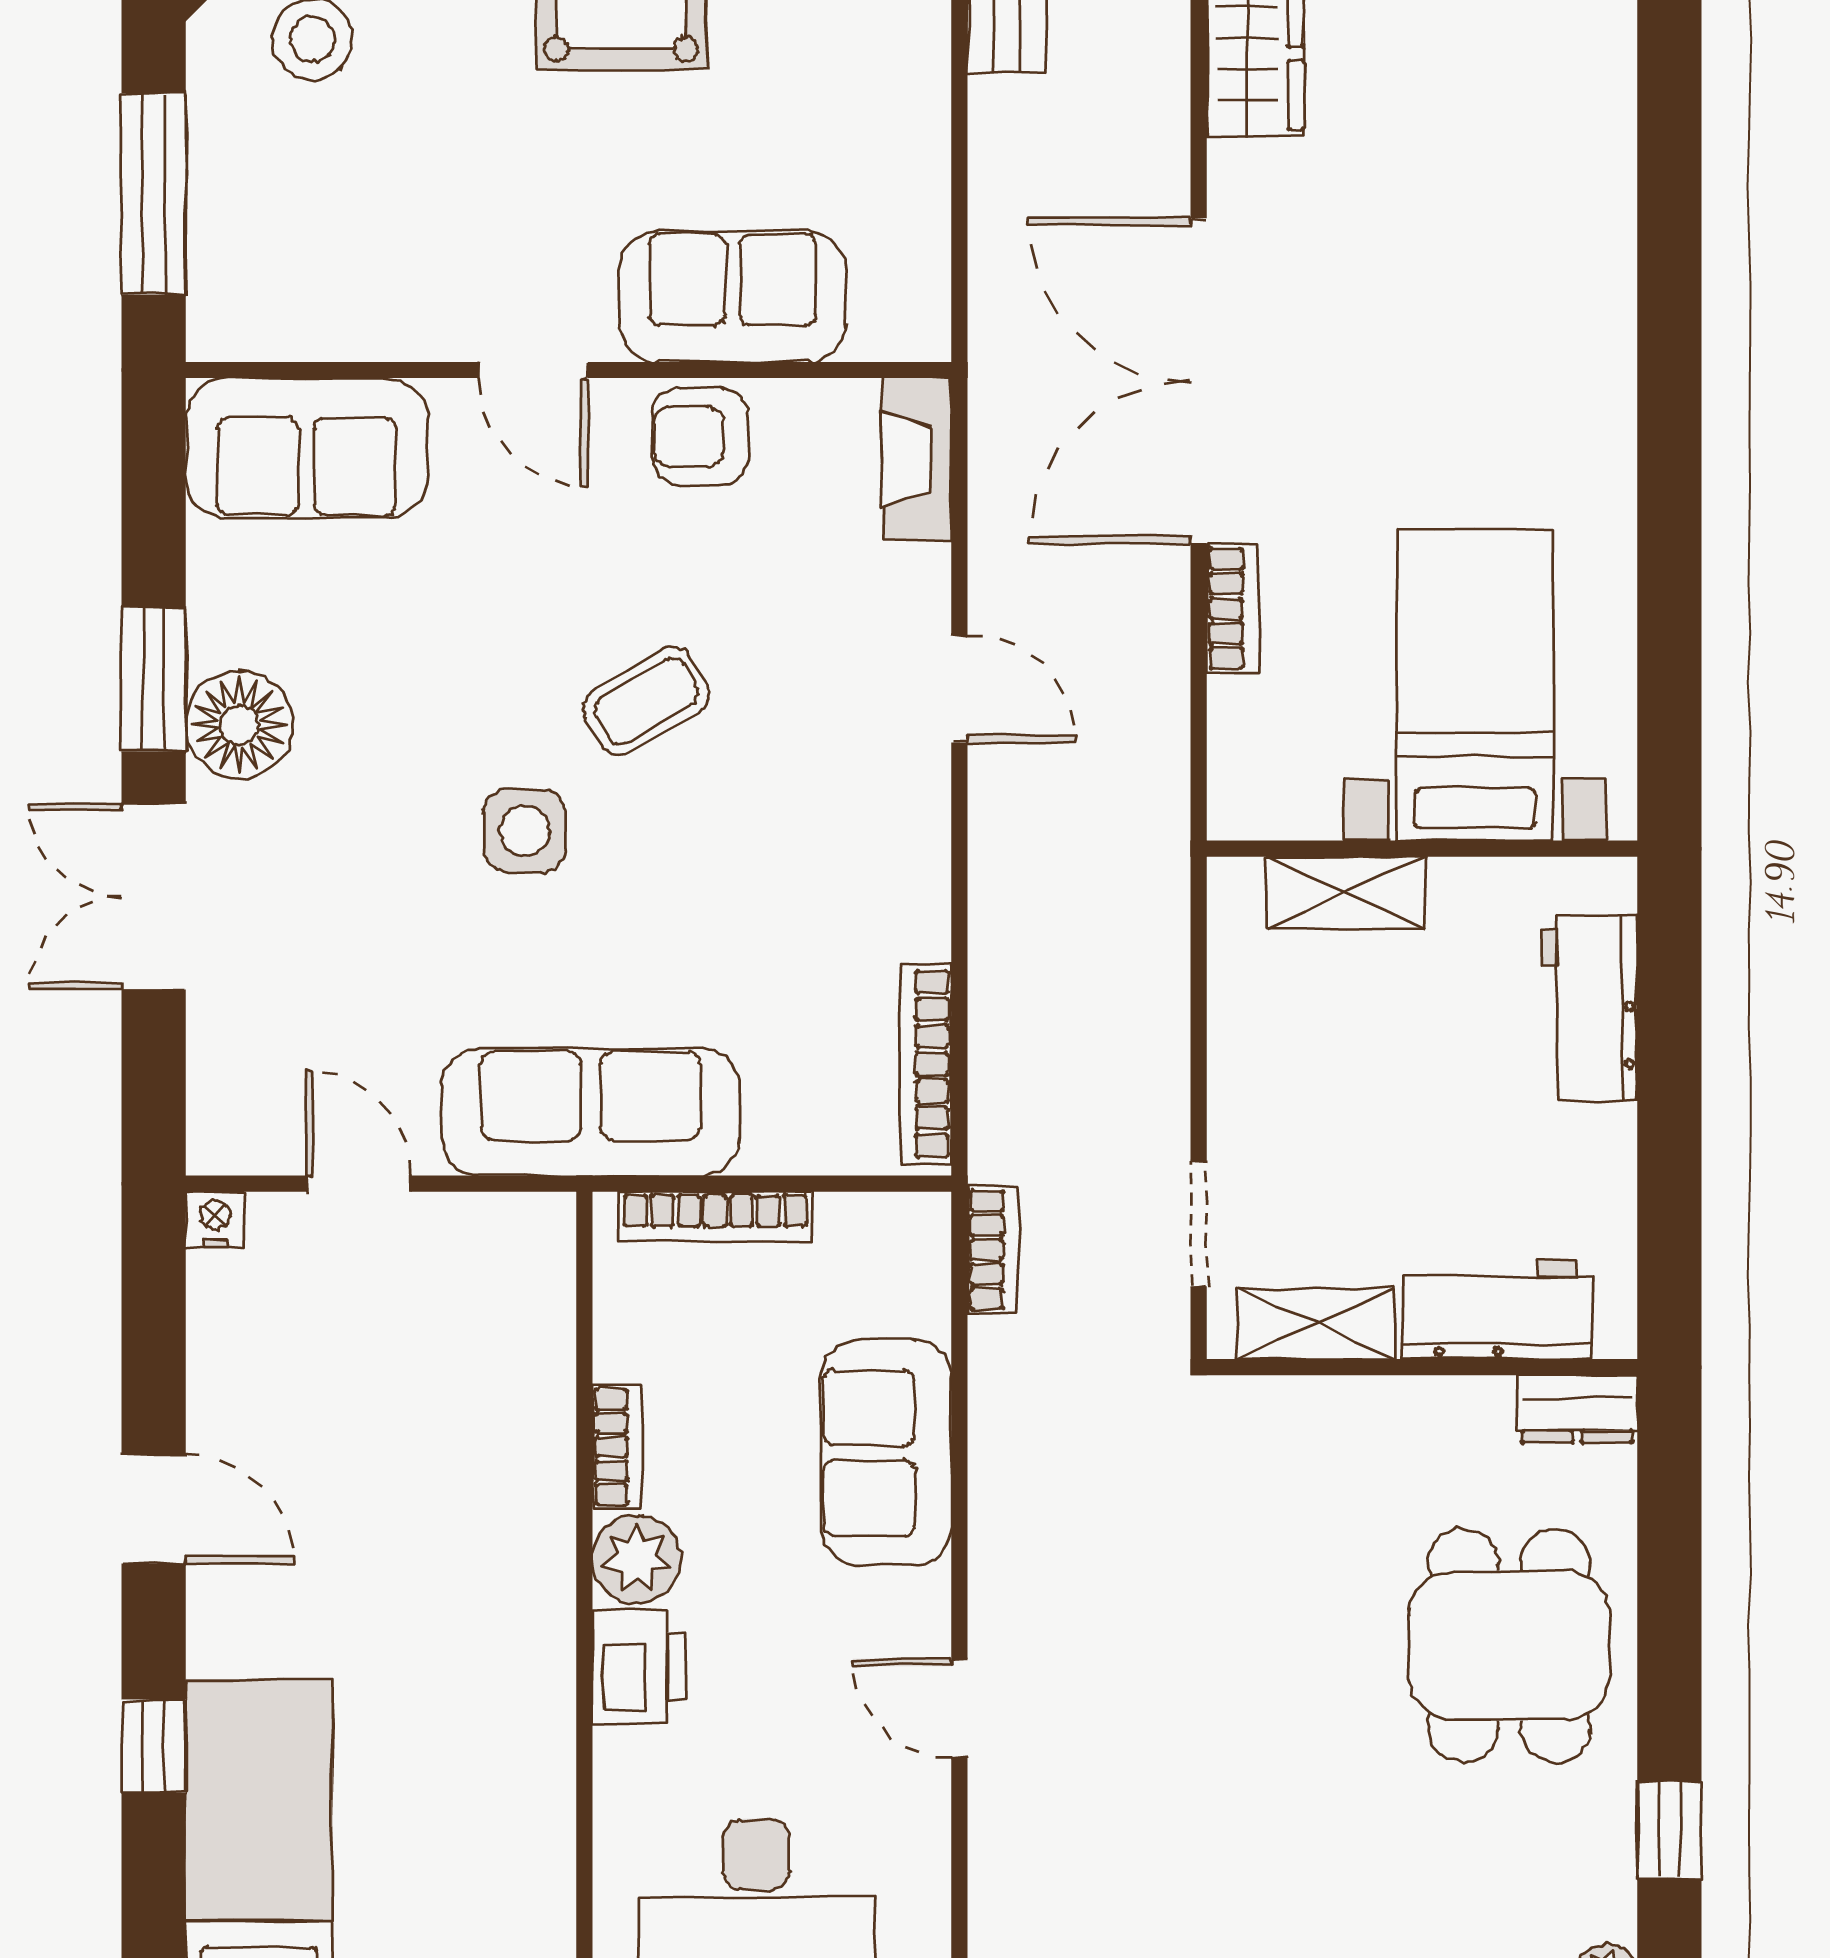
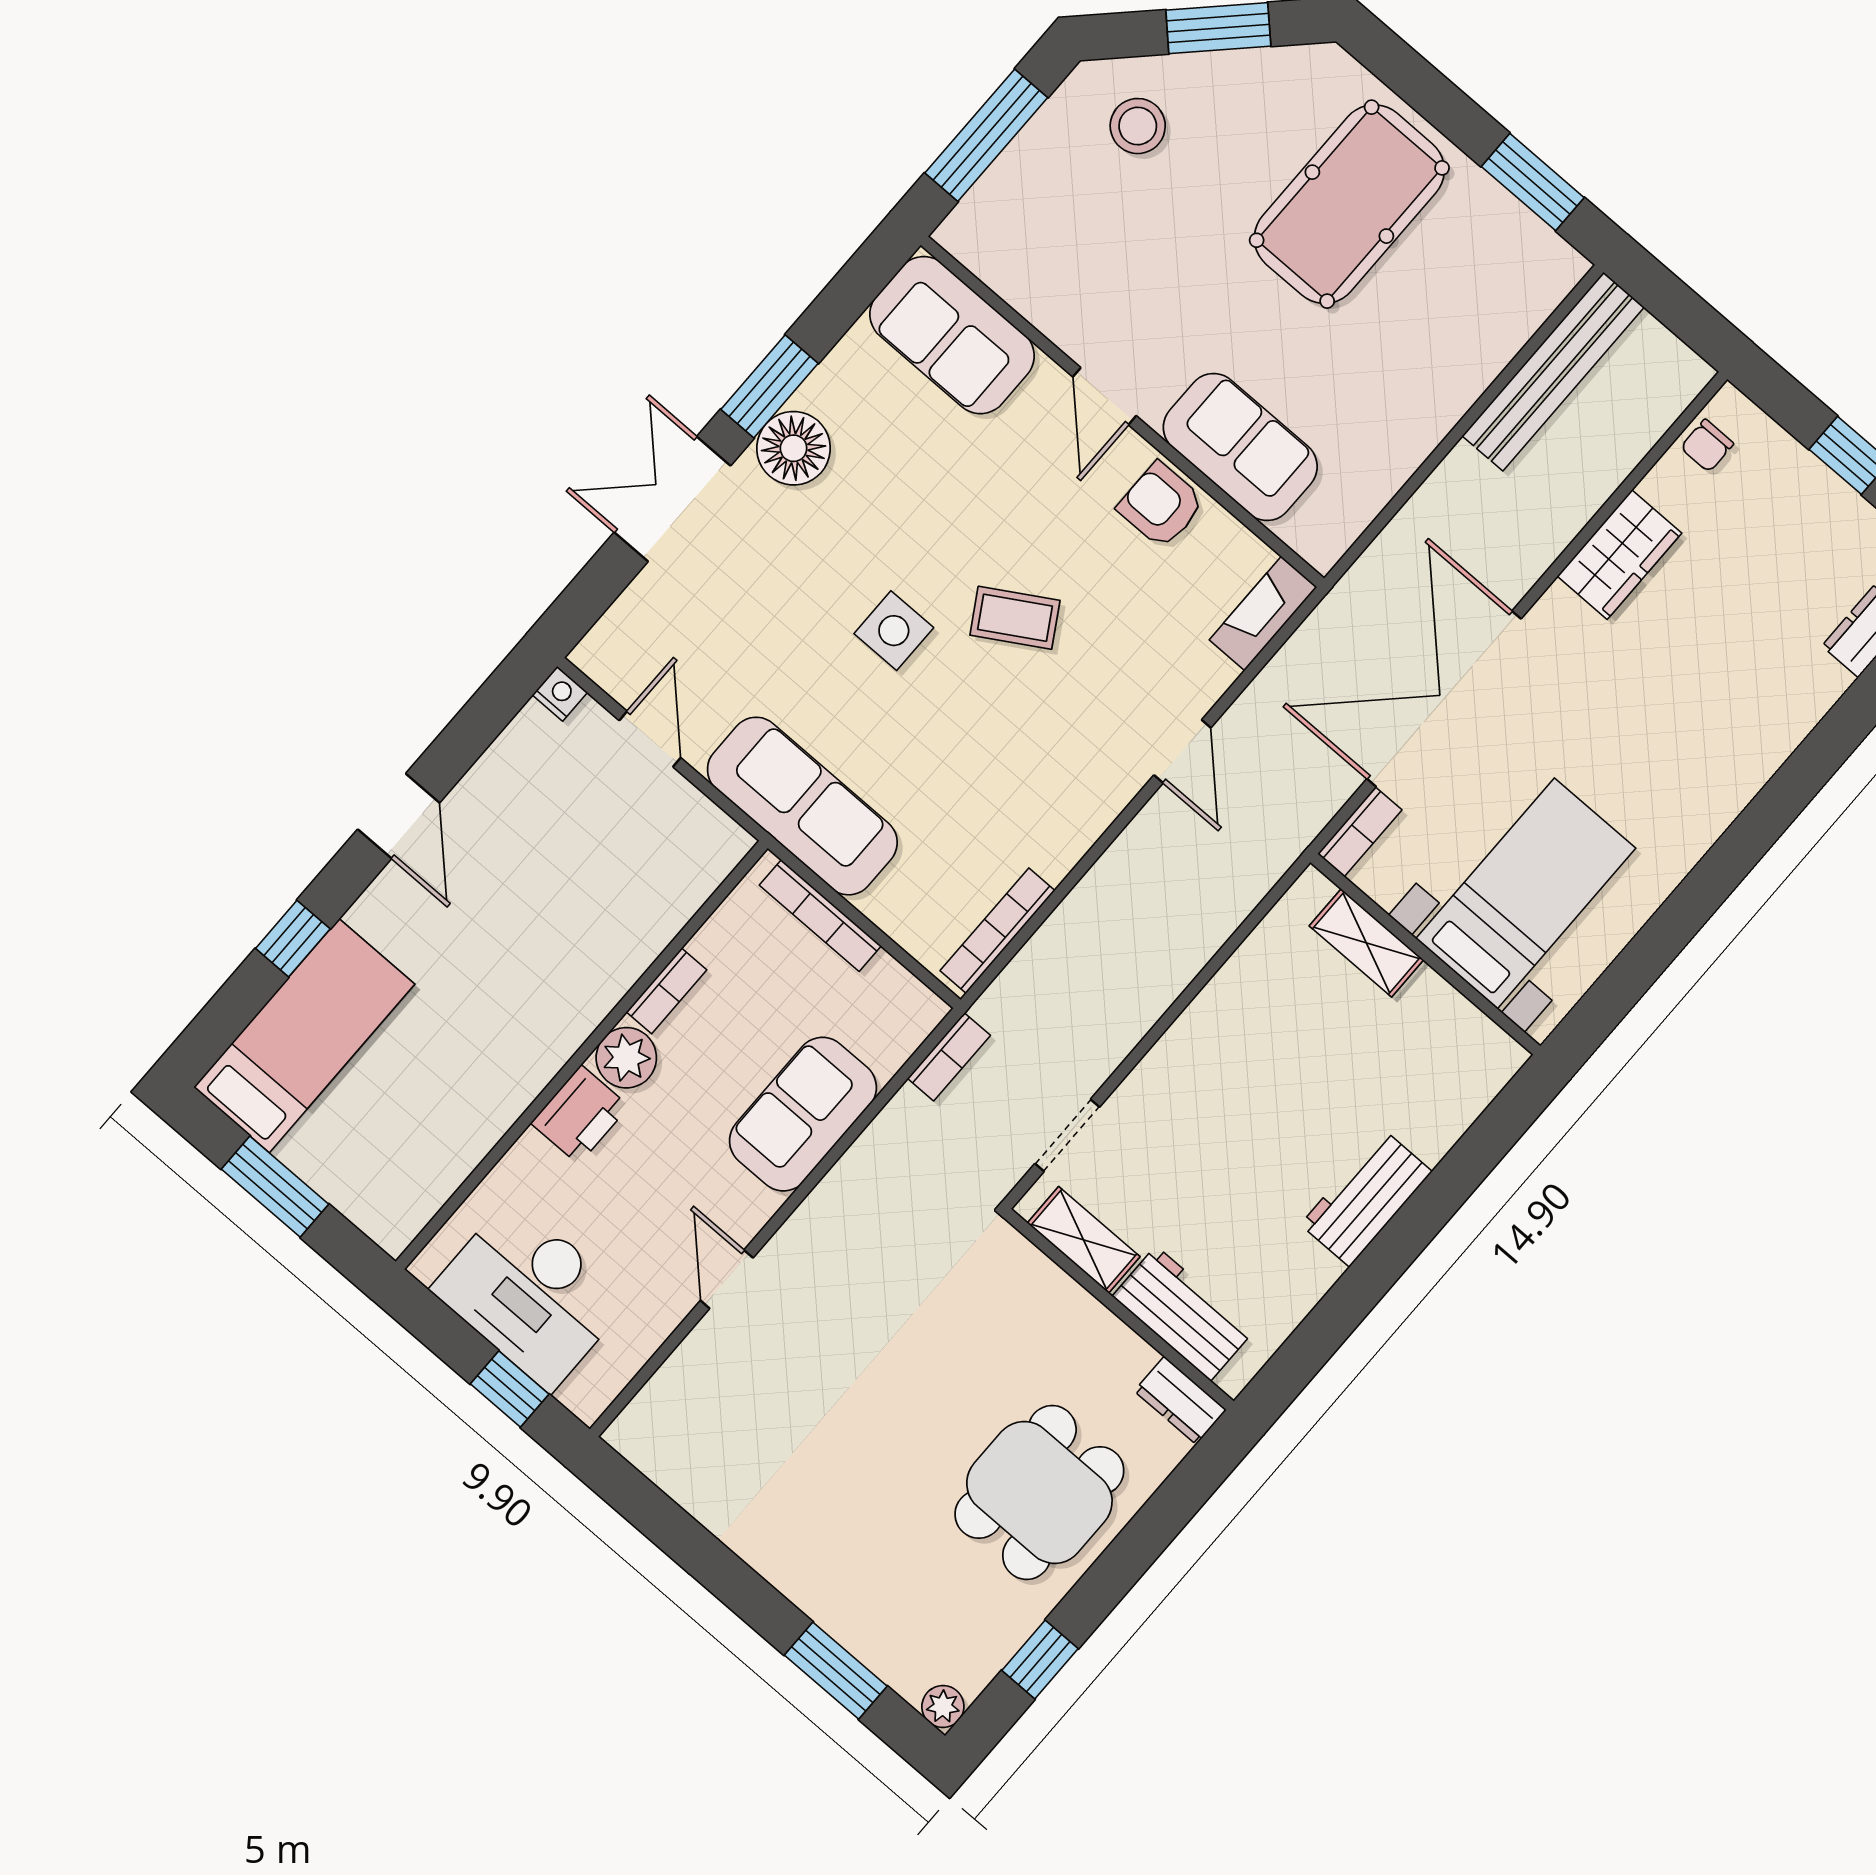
bed with nightstands: (1475, 685) -> (1526, 893), moved
wall: (1422, 849) -> (1425, 954), moved
shelving: (1346, 892) -> (1366, 943), moved

